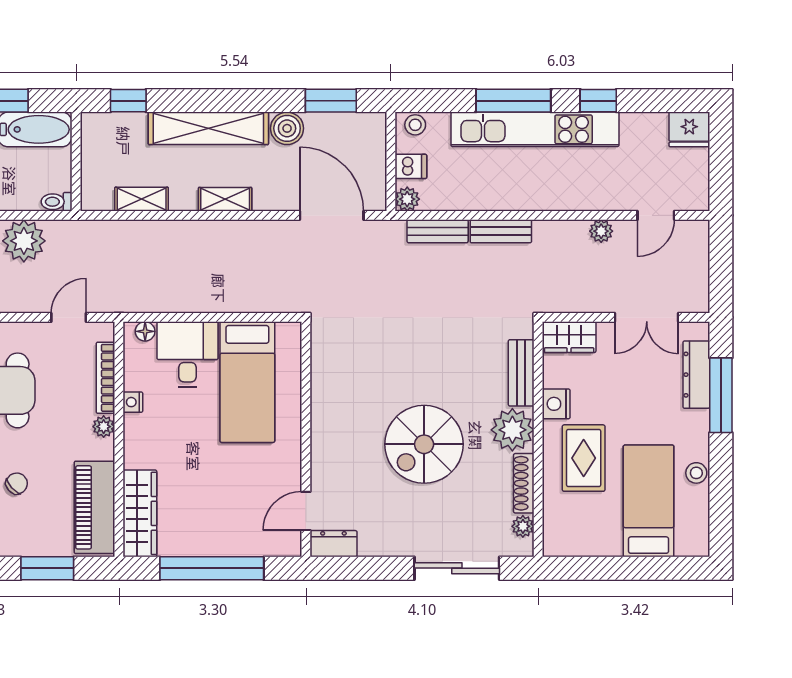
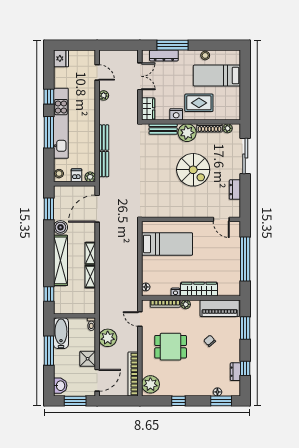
shelving: (142, 199) -> (90, 277), moved
desk: (187, 354) -> (155, 269), removed
wardrobe: (140, 513) -> (199, 289), moved
dresser: (333, 544) -> (235, 190), moved

